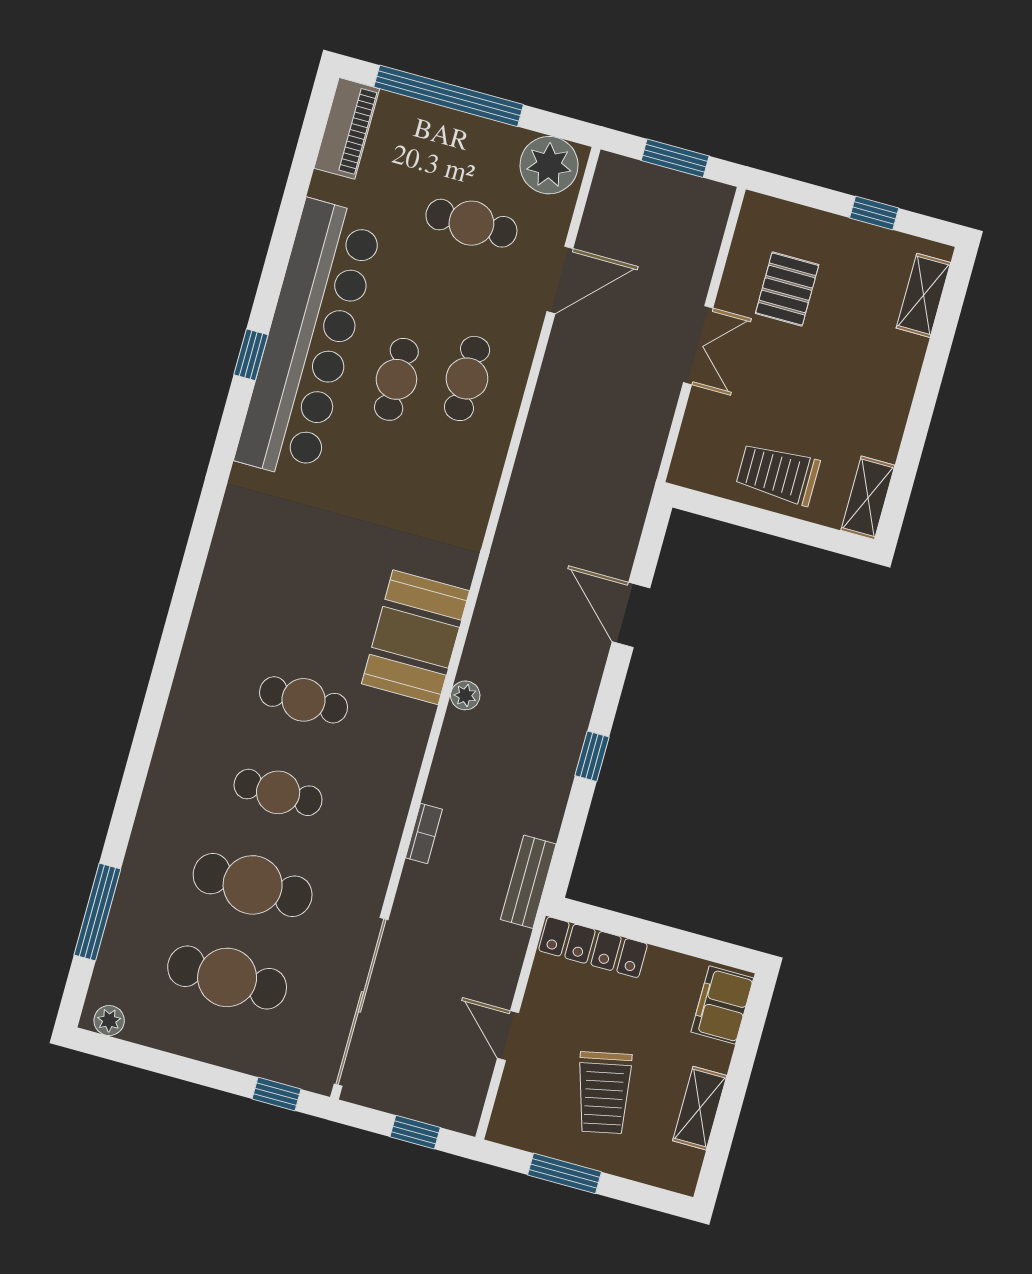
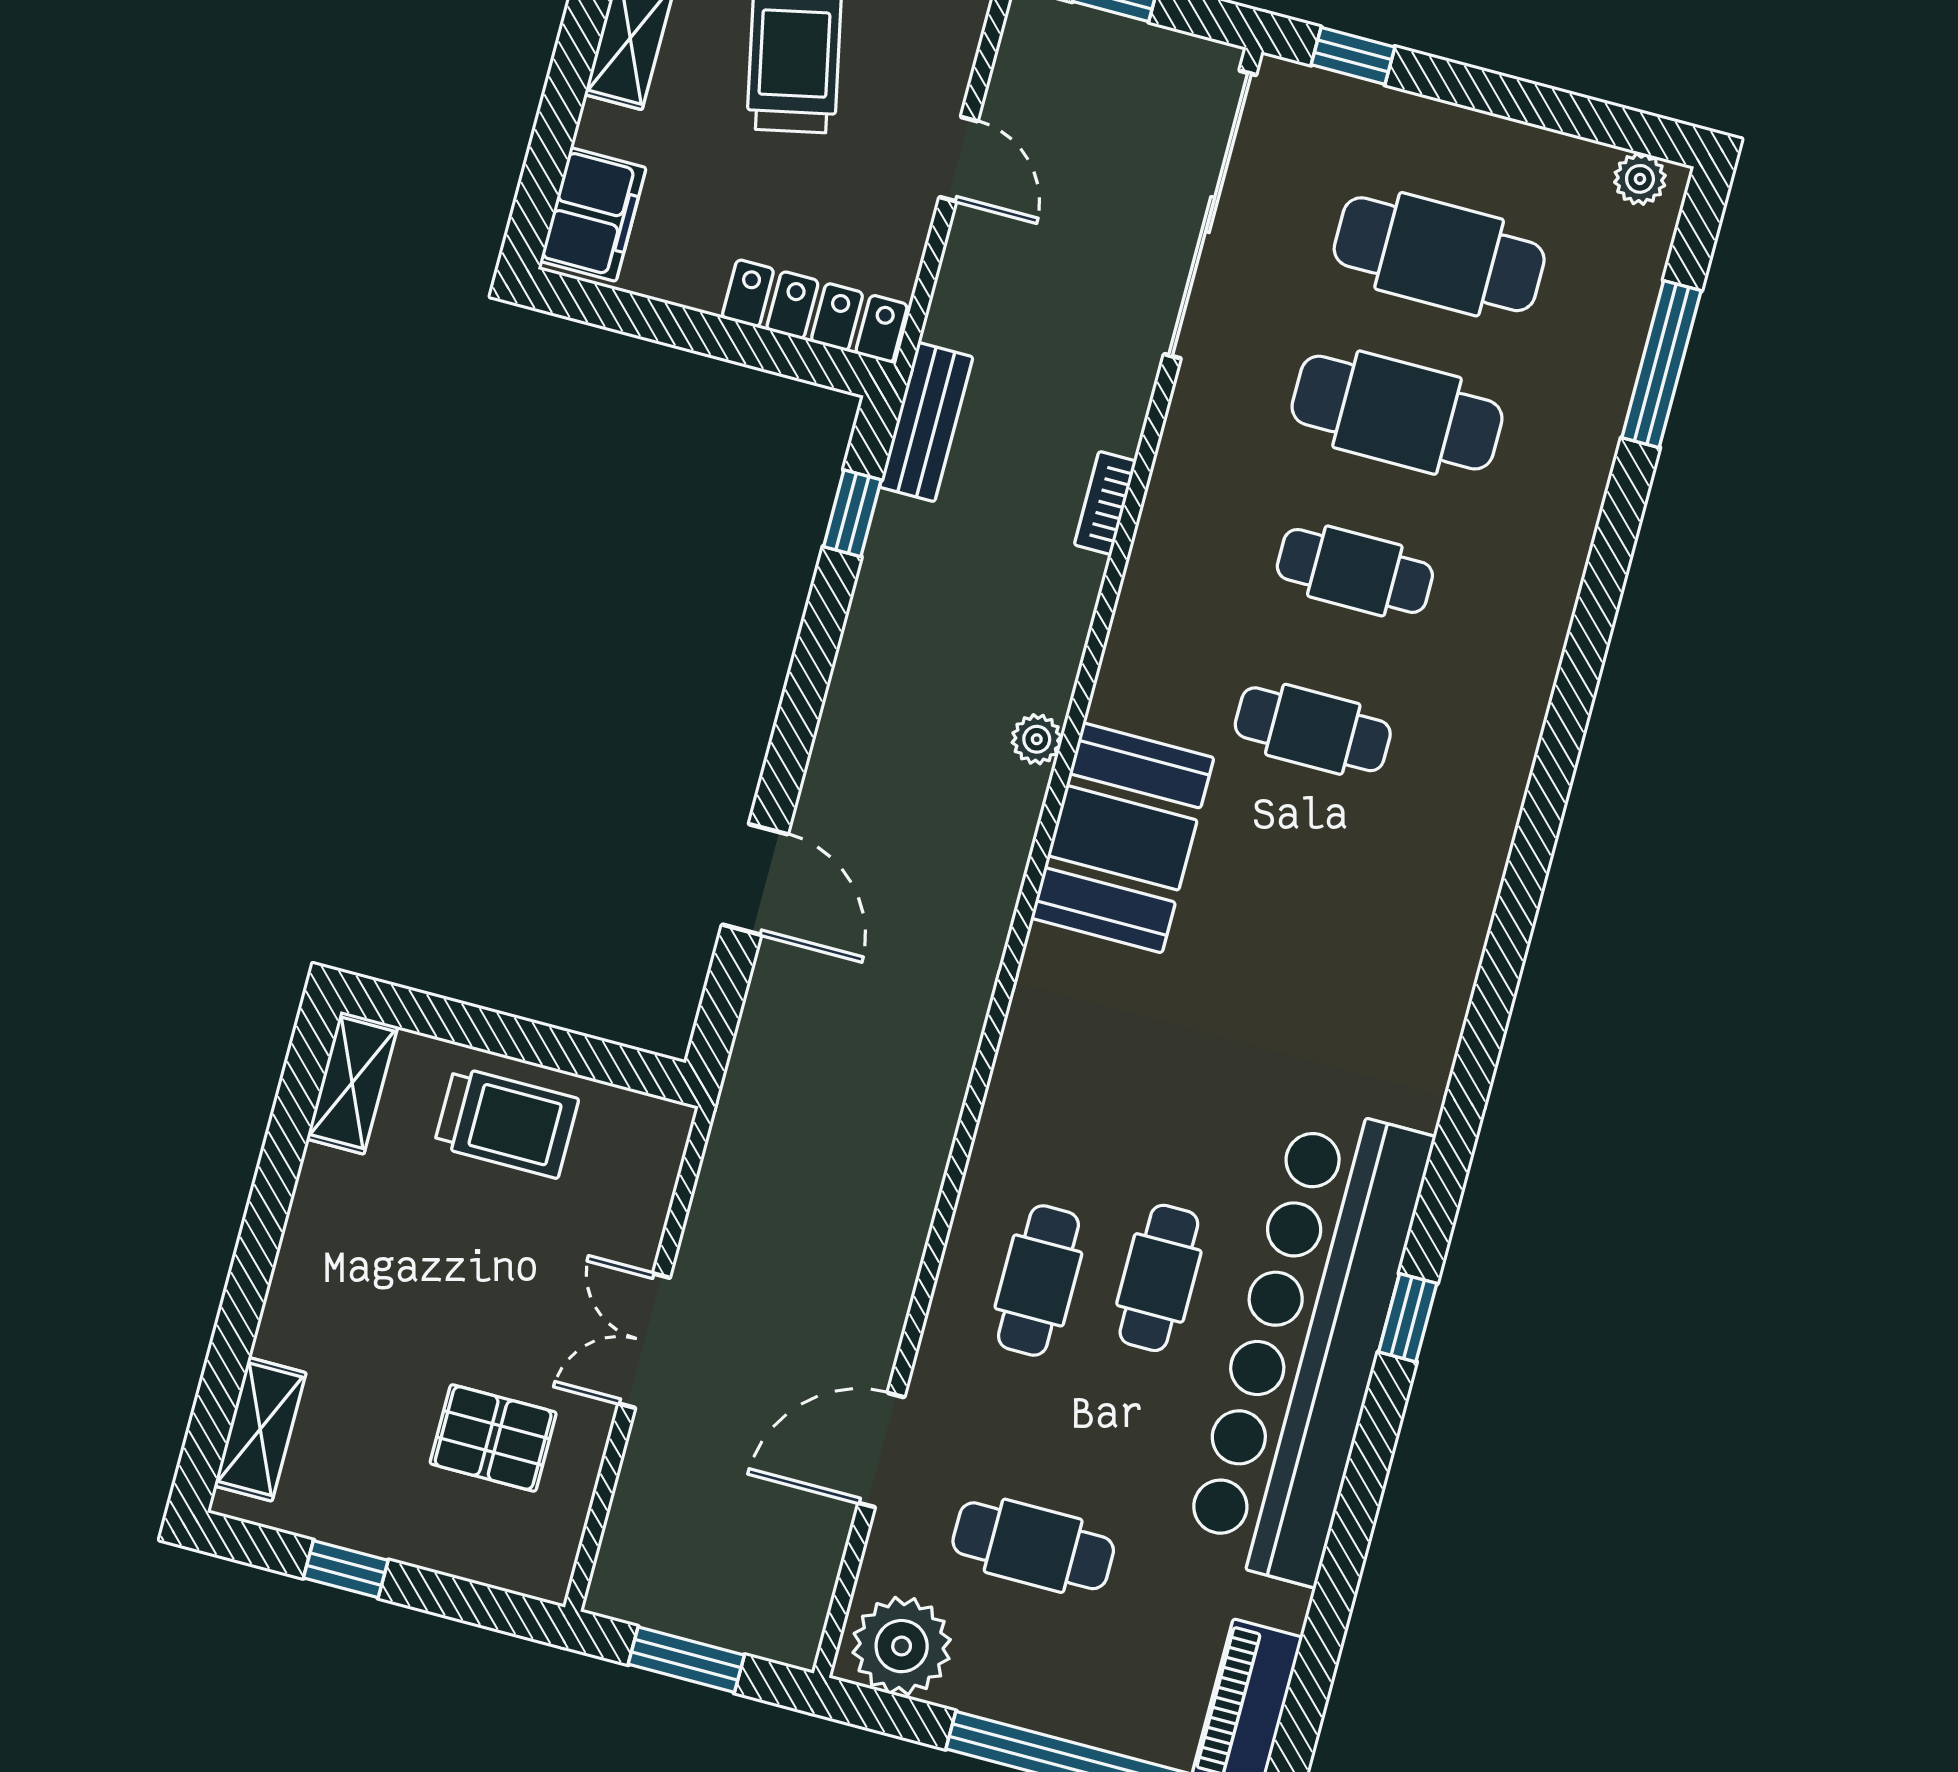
pallet: (787, 289) -> (493, 1438), turned 90
window: (592, 756) -> (852, 513), moved

